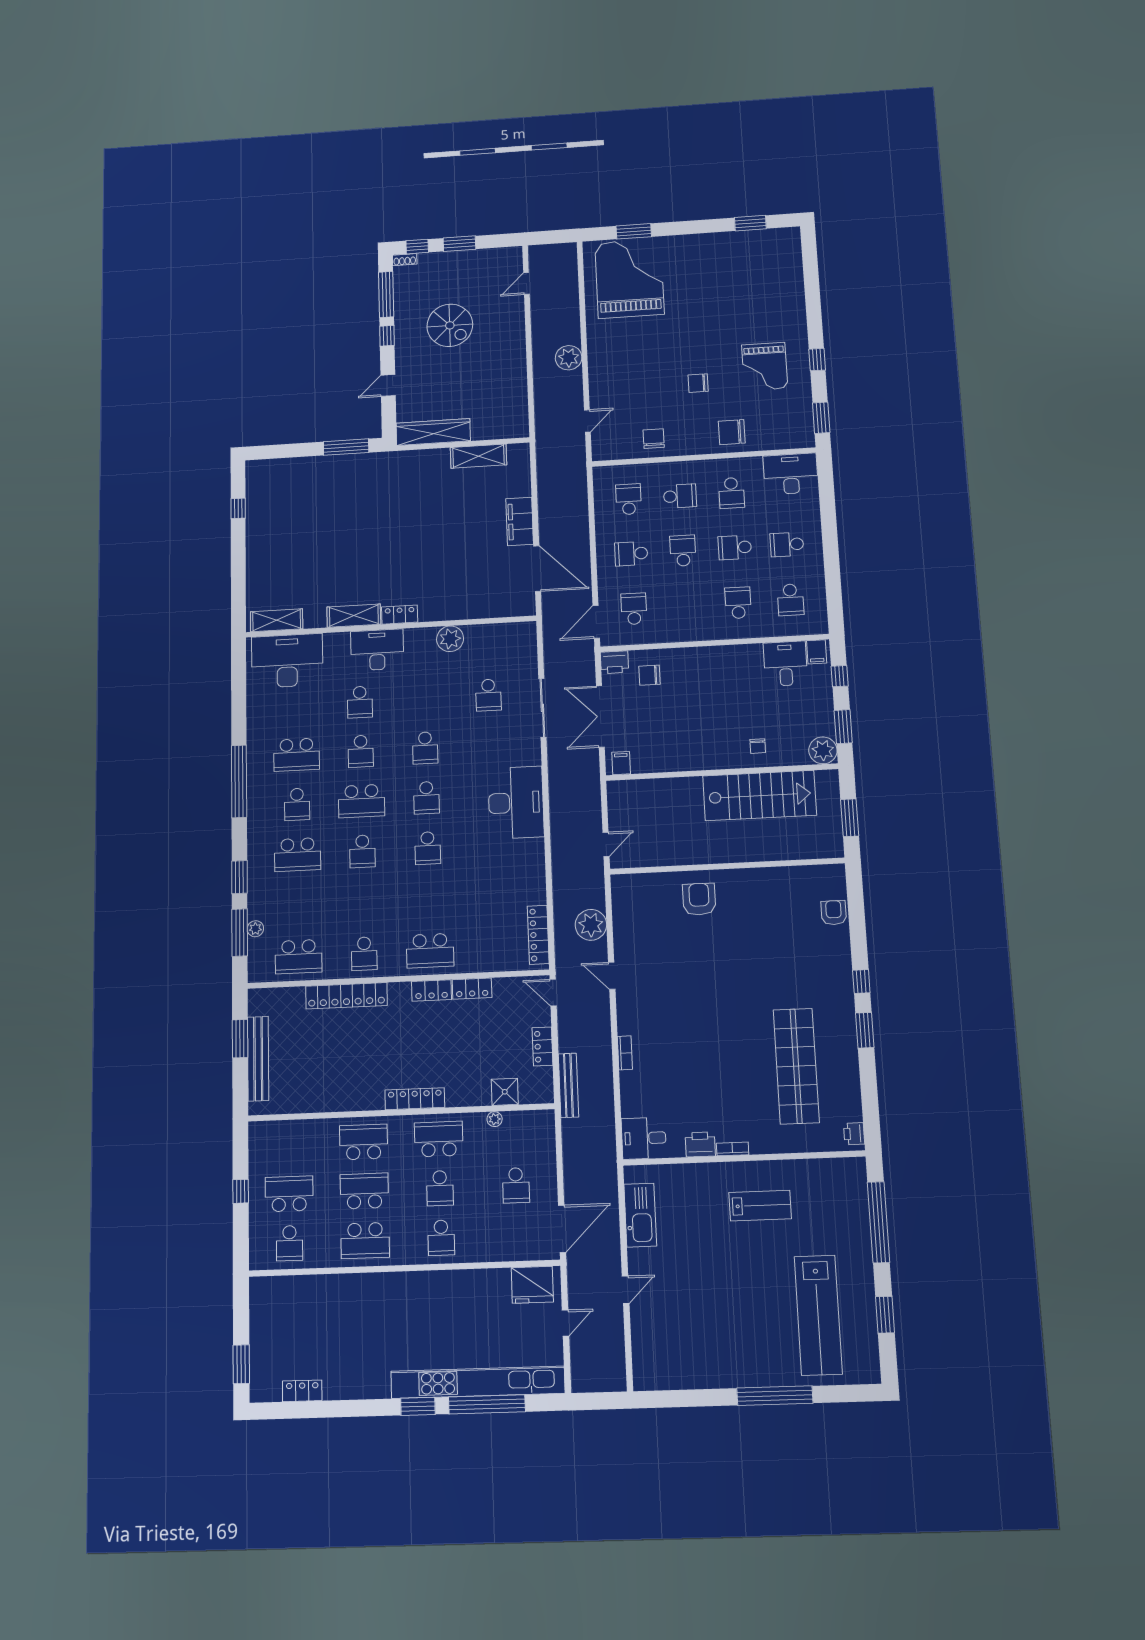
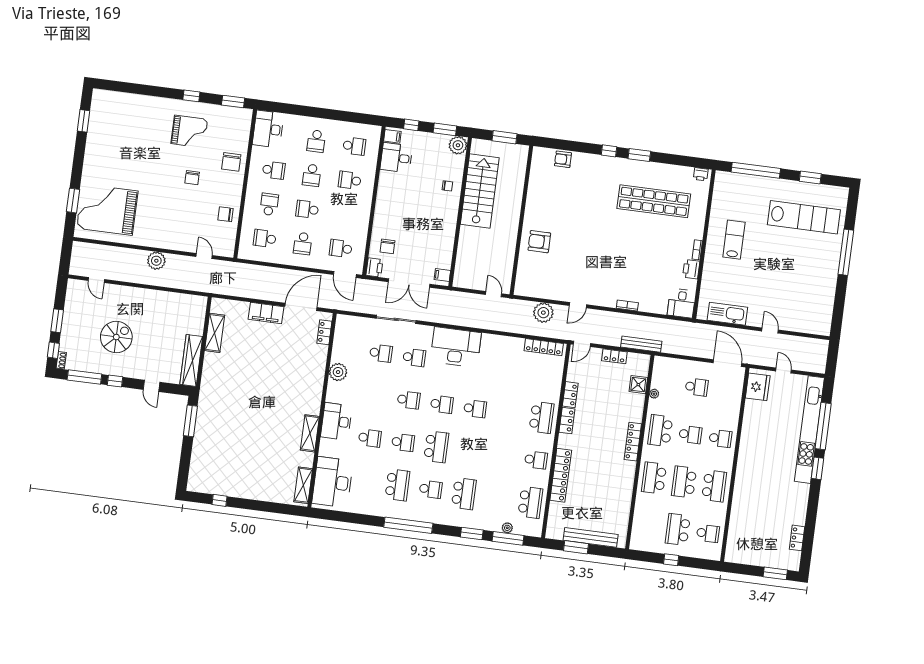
locker: (400, 615) -> (324, 332), moved
school desk: (362, 851) -> (414, 357), moved

